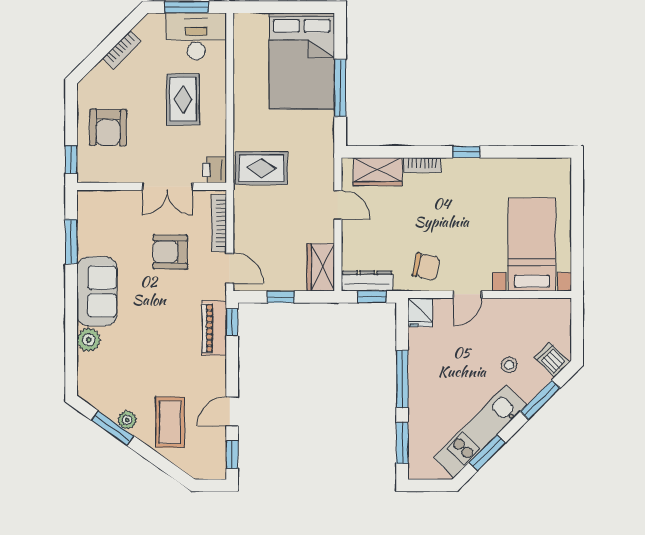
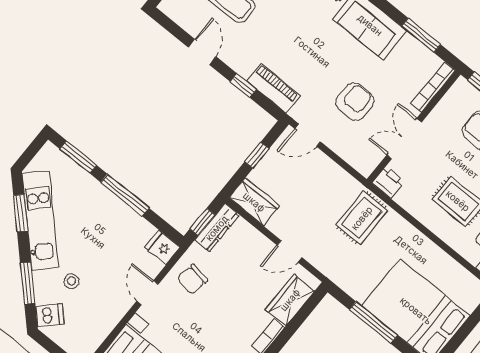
bookcase: (219, 223) -> (433, 87), moved, turned -90
window: (232, 322) -> (243, 85), moved
window: (232, 455) -> (171, 26), removed

